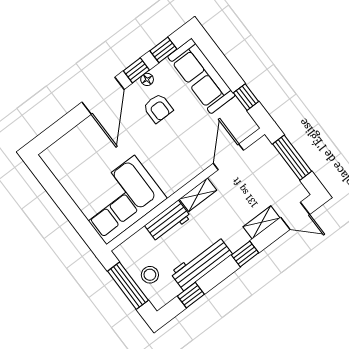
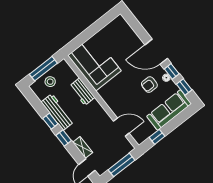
shelving: (198, 195) -> (98, 109), removed
window: (191, 295) -> (50, 121), moved

